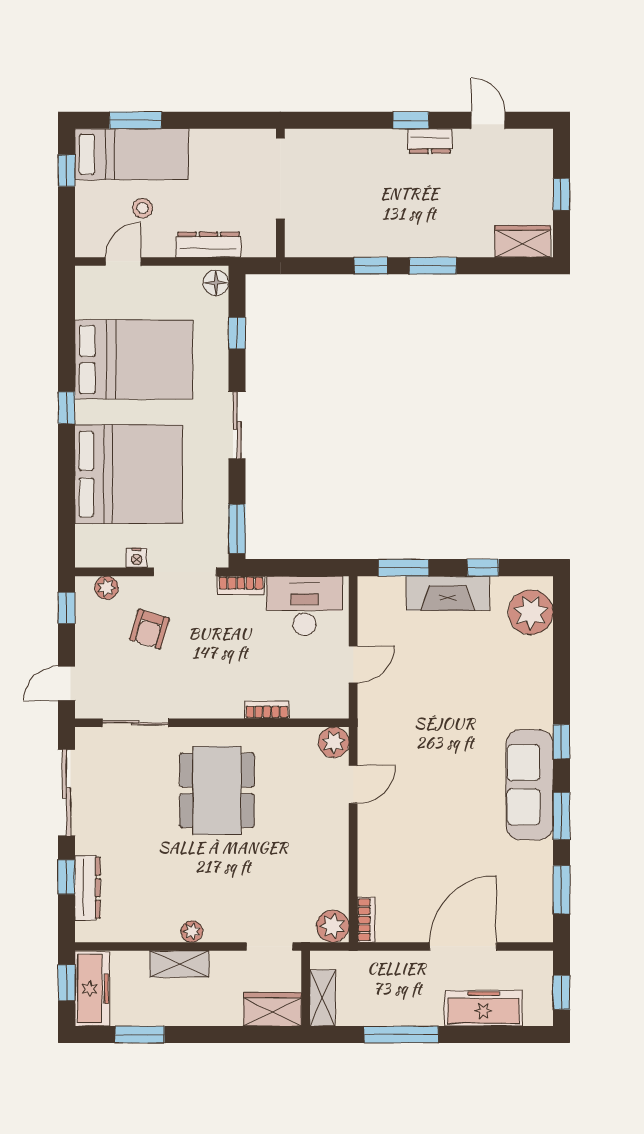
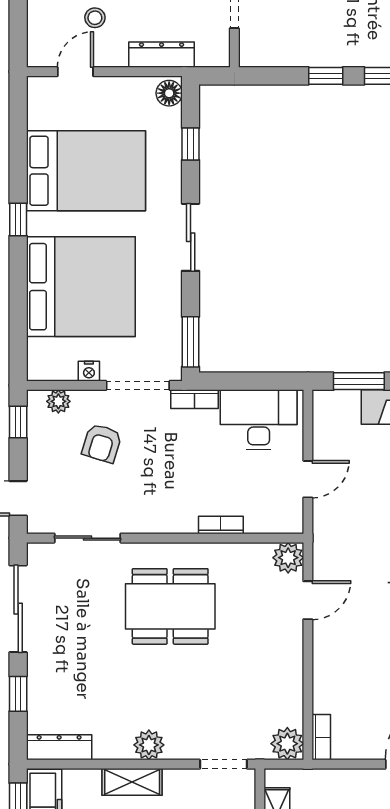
dining table: (217, 790) -> (170, 606), turned 90
dresser: (88, 888) -> (59, 747), moved, turned -90
plant: (192, 932) -> (149, 745), width x1.38, depth x1.38

